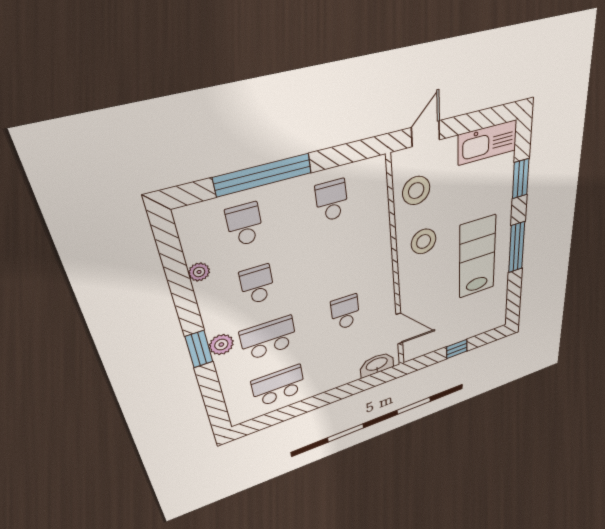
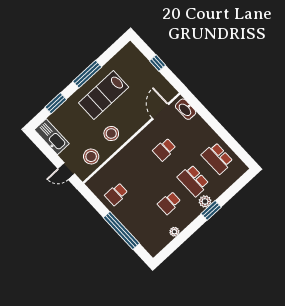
school desk: (245, 225) -> (145, 225), removed

